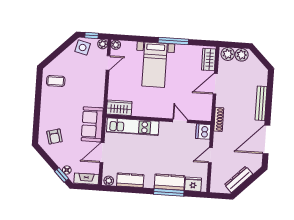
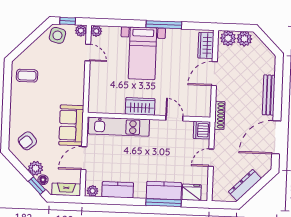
door: (108, 63) -> (88, 53), hinge flipped
wardrobe: (119, 108) -> (140, 106), moved
armchair: (54, 137) -> (27, 141), turned 65
plant: (61, 160) -> (36, 168), added

